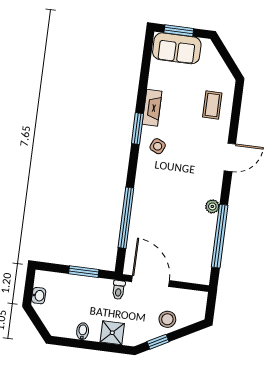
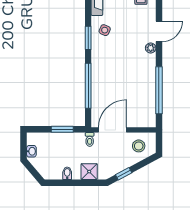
window: (137, 129) -> (88, 38), moved
plant: (212, 206) -> (151, 48), moved
door: (151, 281) -> (112, 130), hinge flipped
stool: (167, 319) -> (139, 146), moved

